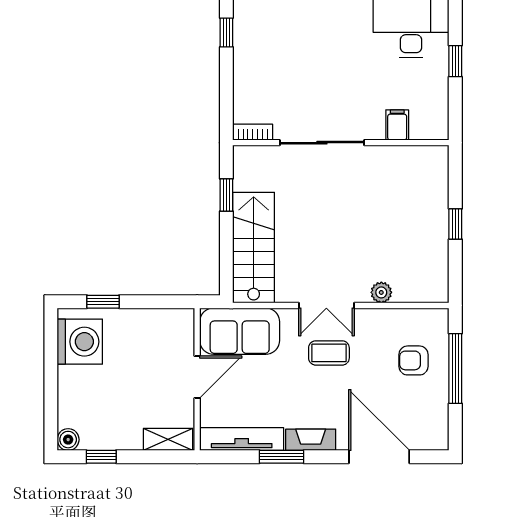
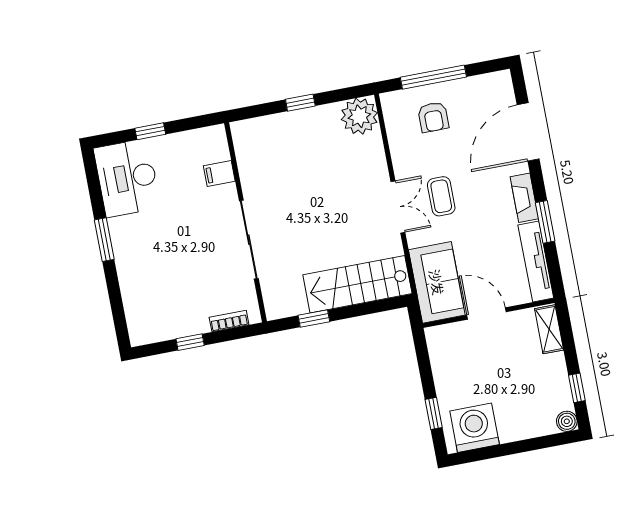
window: (226, 33) -> (190, 342), moved
bookcase: (253, 132) -> (229, 321), moved, turned 90
plant: (381, 292) -> (359, 116), moved, width x1.87, depth x1.87

